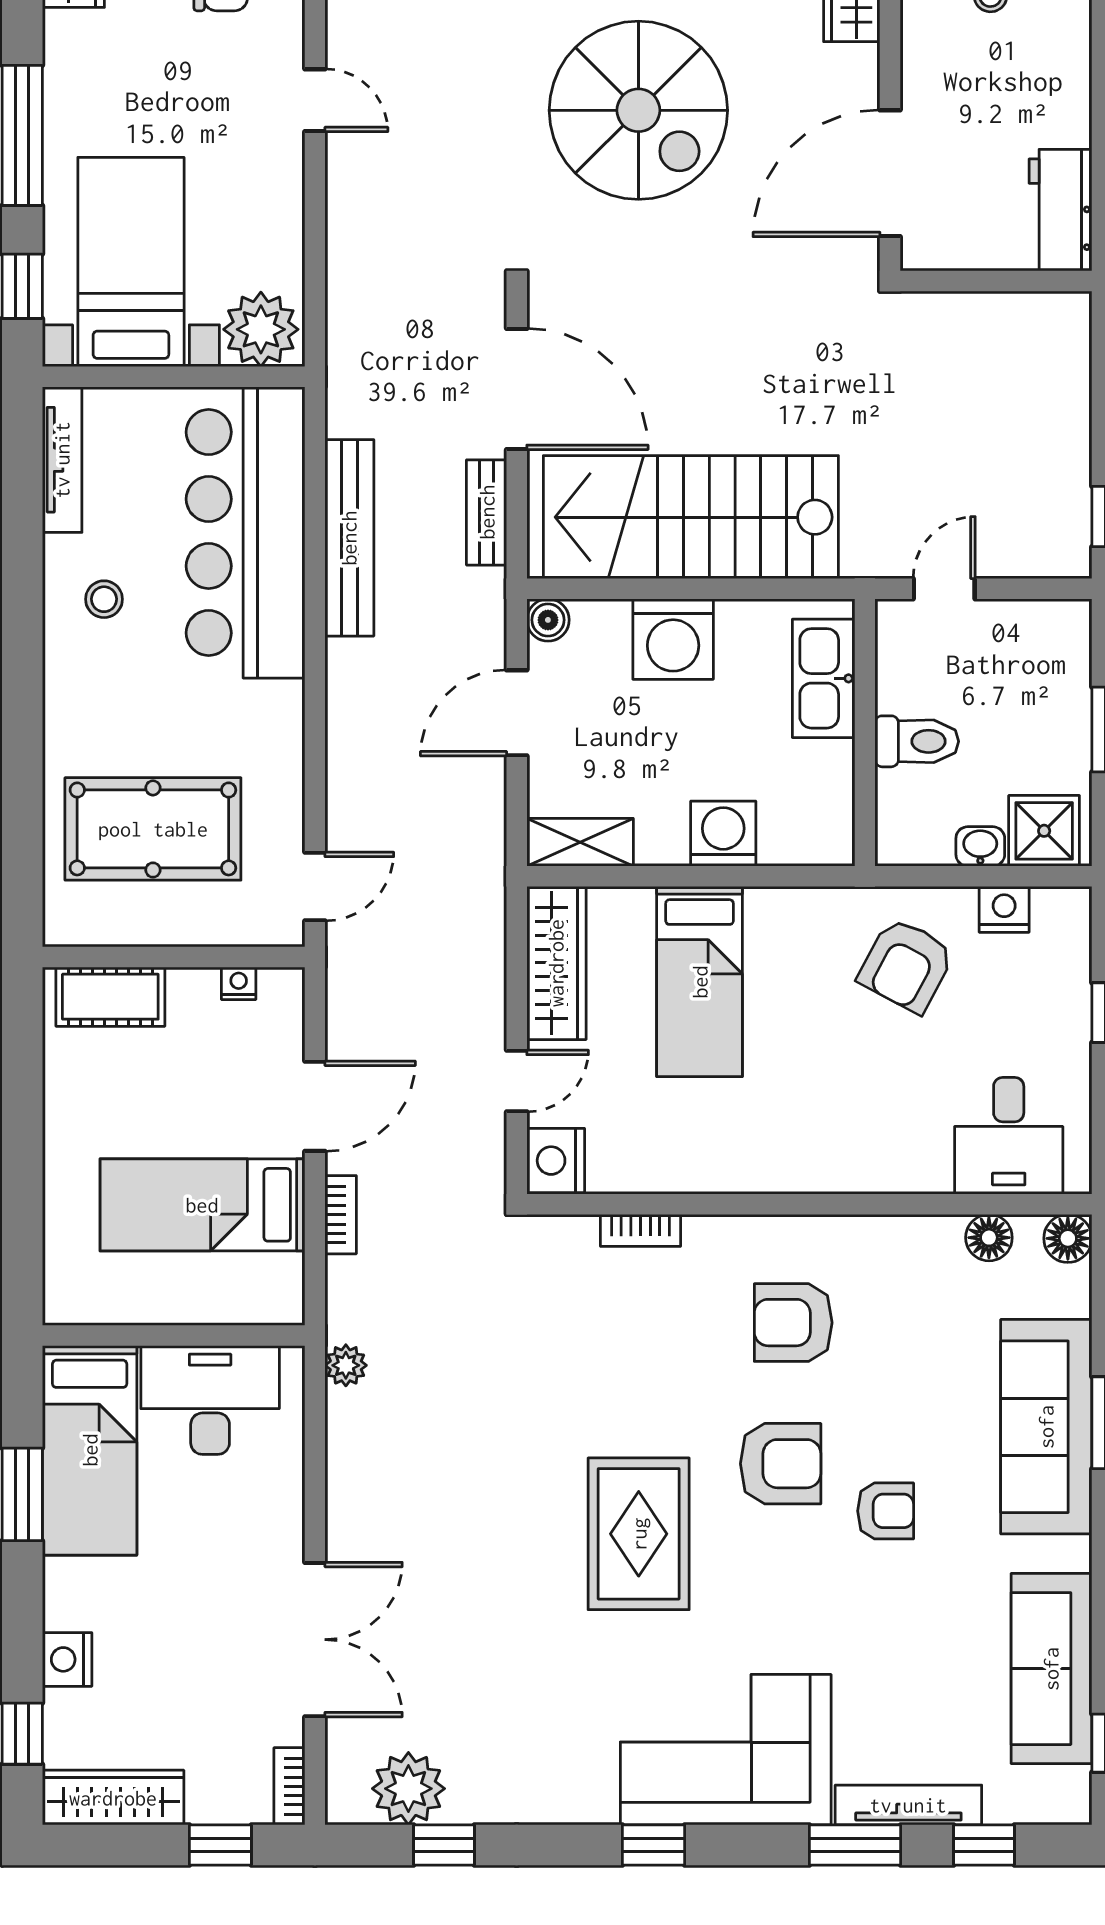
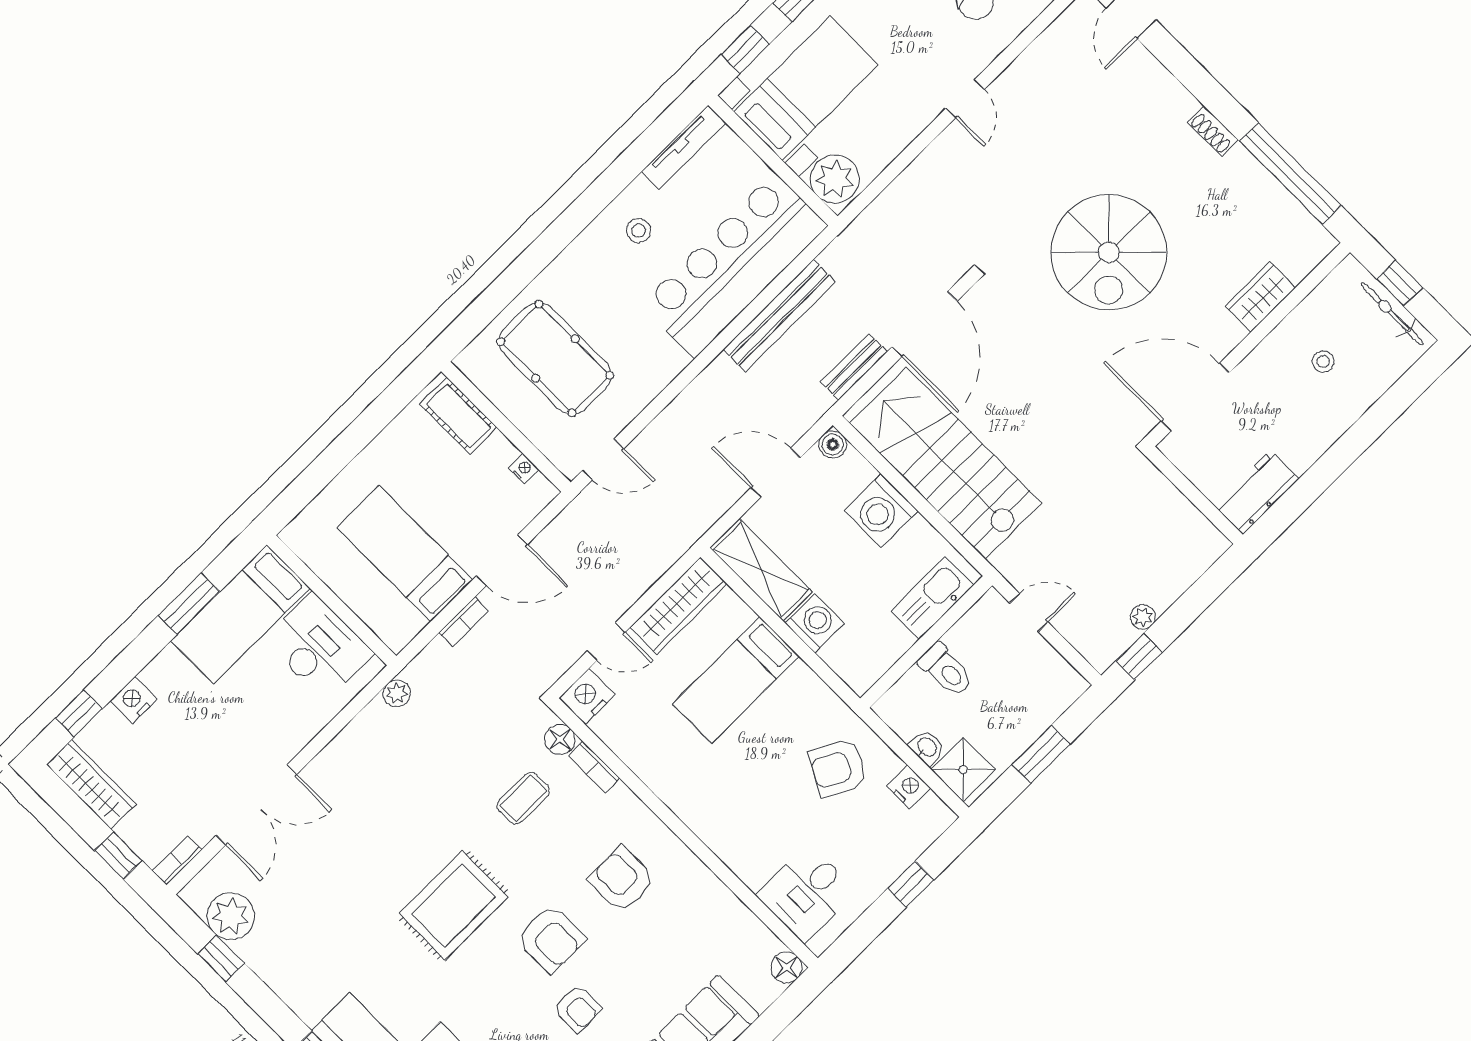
plant: (1073, 469) -> (1143, 617), added
shelving: (580, 842) -> (761, 570), width x1.50, depth x1.33
floor lamp: (989, 1238) -> (560, 739), moved
coffee table: (598, 1341) -> (523, 798), added

